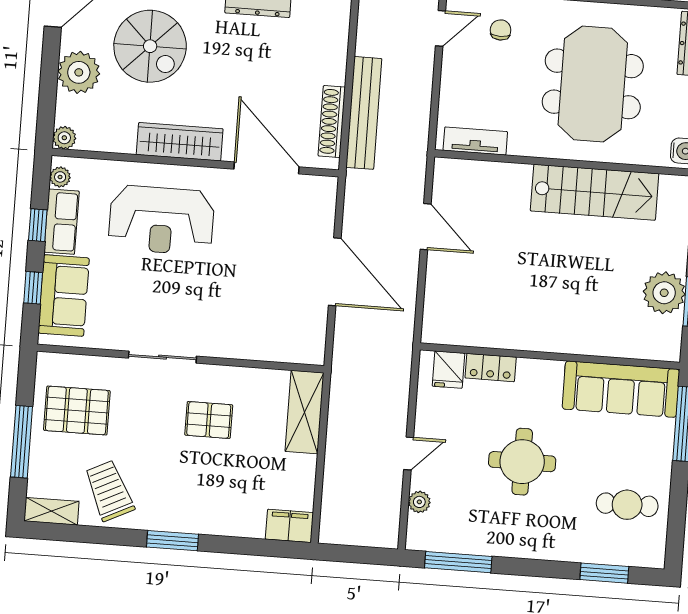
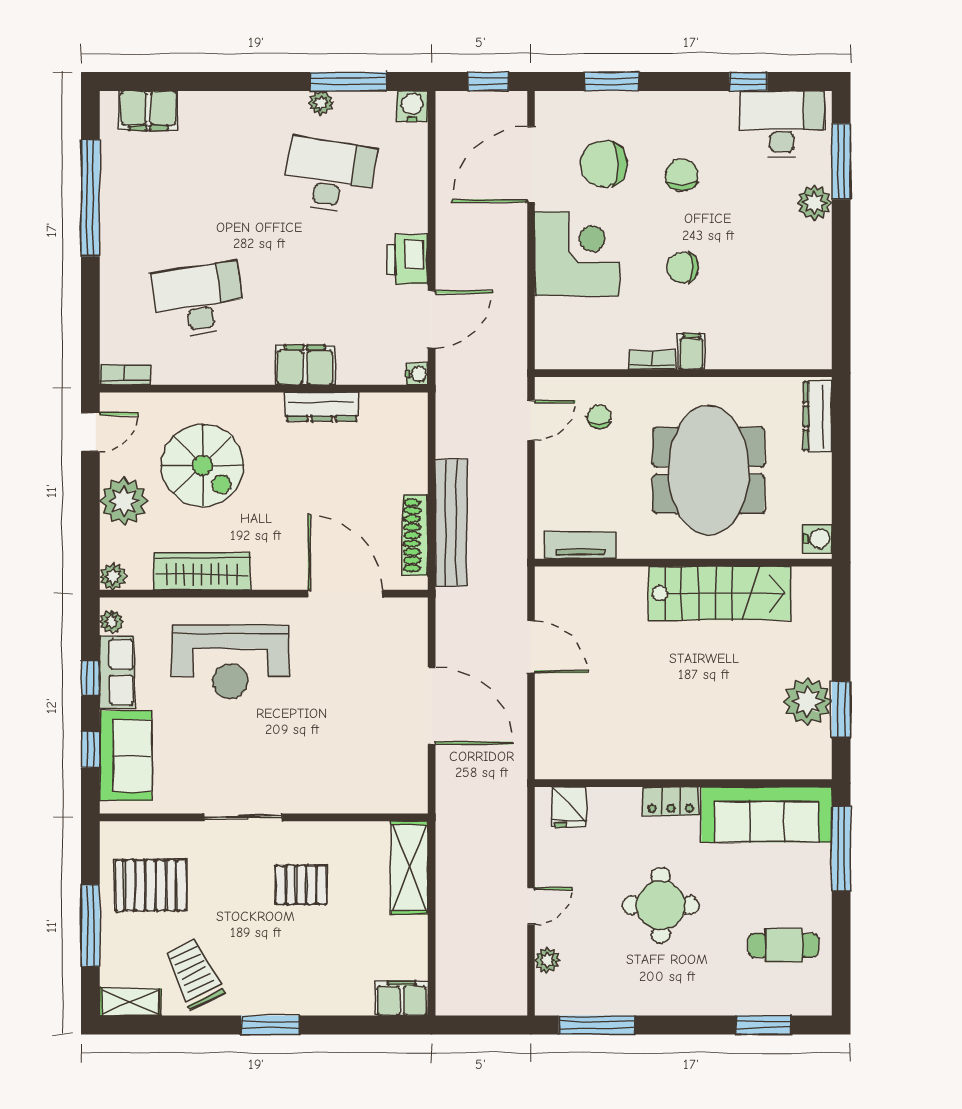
wardrobe: (180, 142) -> (202, 571), moved
locker: (491, 368) -> (671, 801), moved

